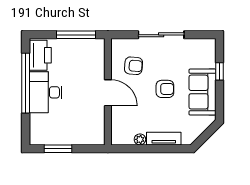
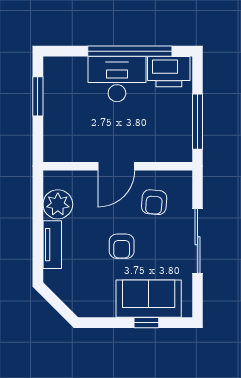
sofa: (202, 92) -> (149, 299), moved
plant: (140, 139) -> (58, 204), width x1.87, depth x1.87

